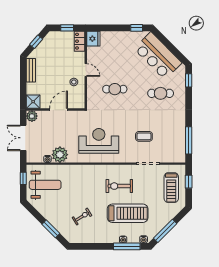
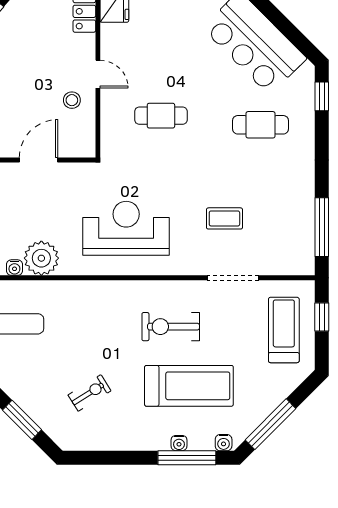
treadmill: (171, 188) -> (284, 330), turned 180

